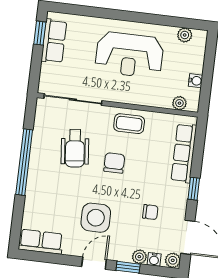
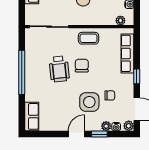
wheelchair: (75, 148) -> (59, 69), moved
side table: (96, 218) -> (89, 102), moved
row of seats: (41, 242) -> (32, 116), moved, turned 90

